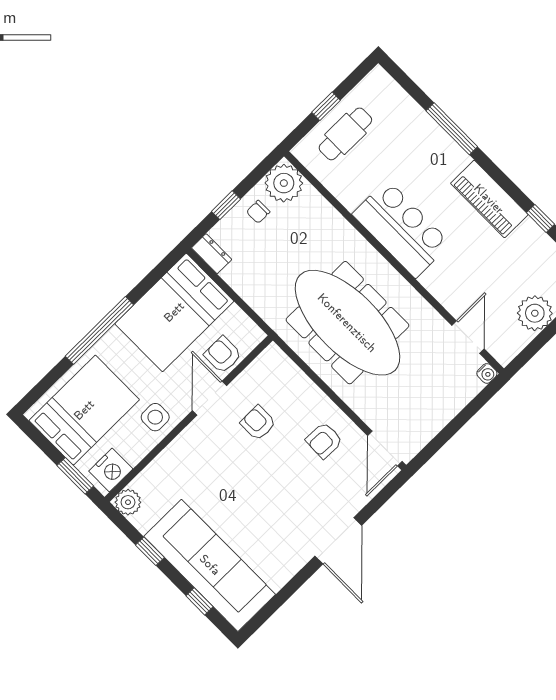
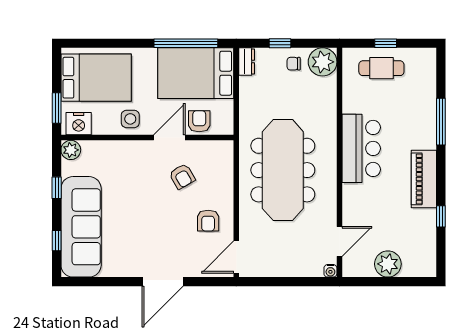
window: (99, 330) -> (186, 43), moved
armchair: (258, 423) -> (182, 176), turned 150
armchair: (324, 440) -> (208, 221), turned -92

